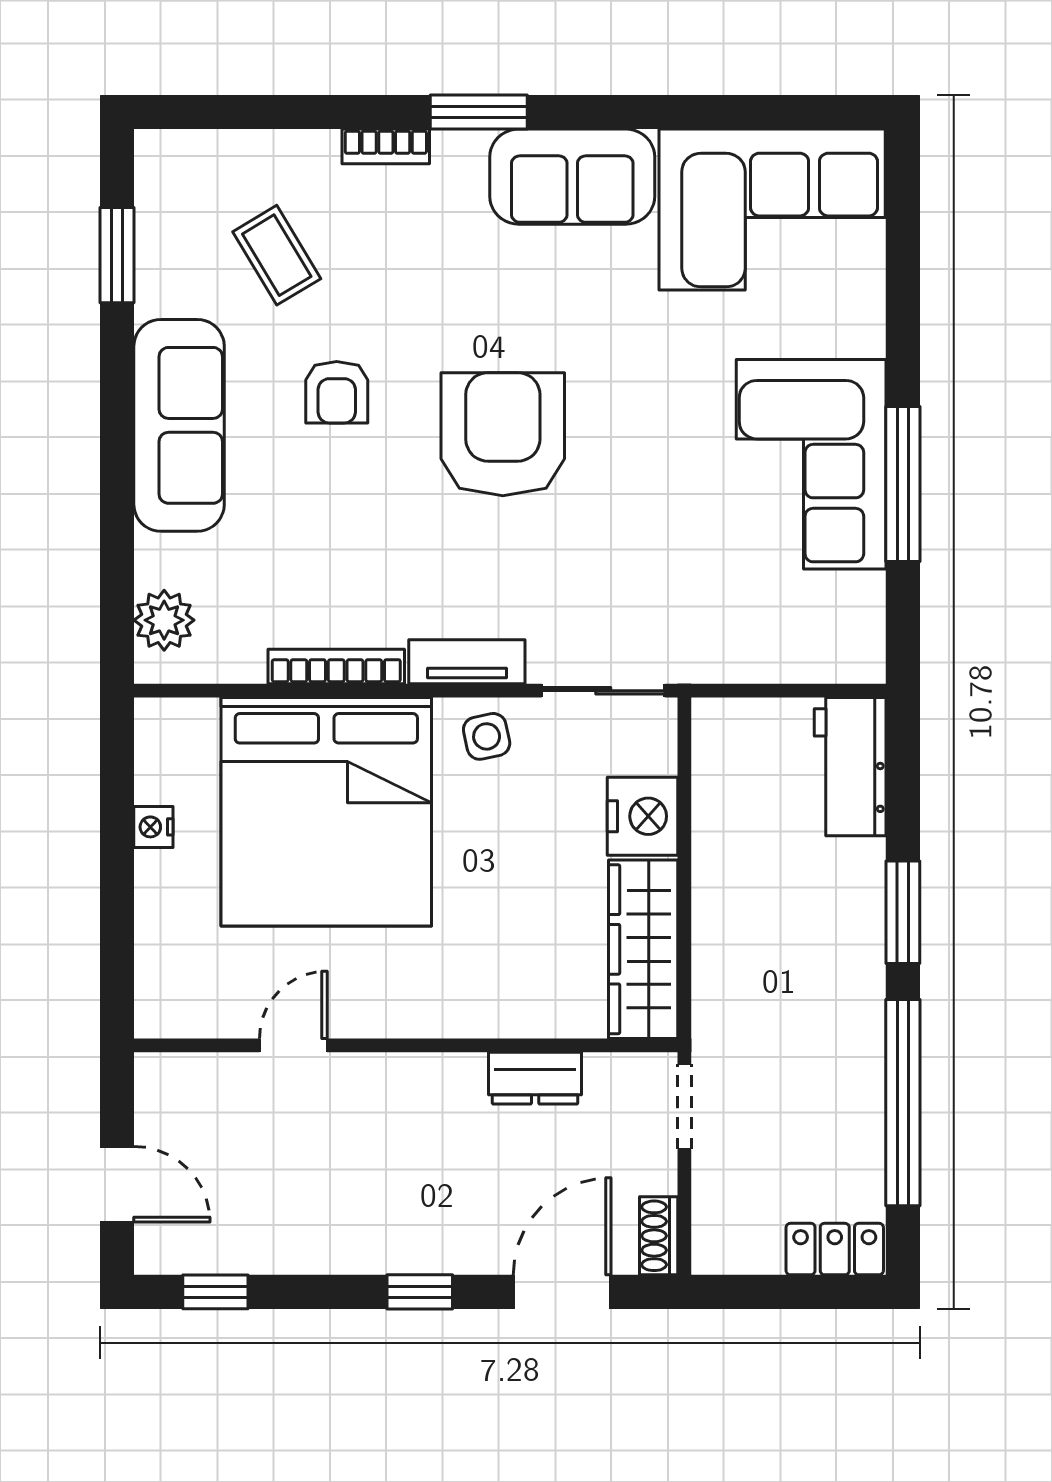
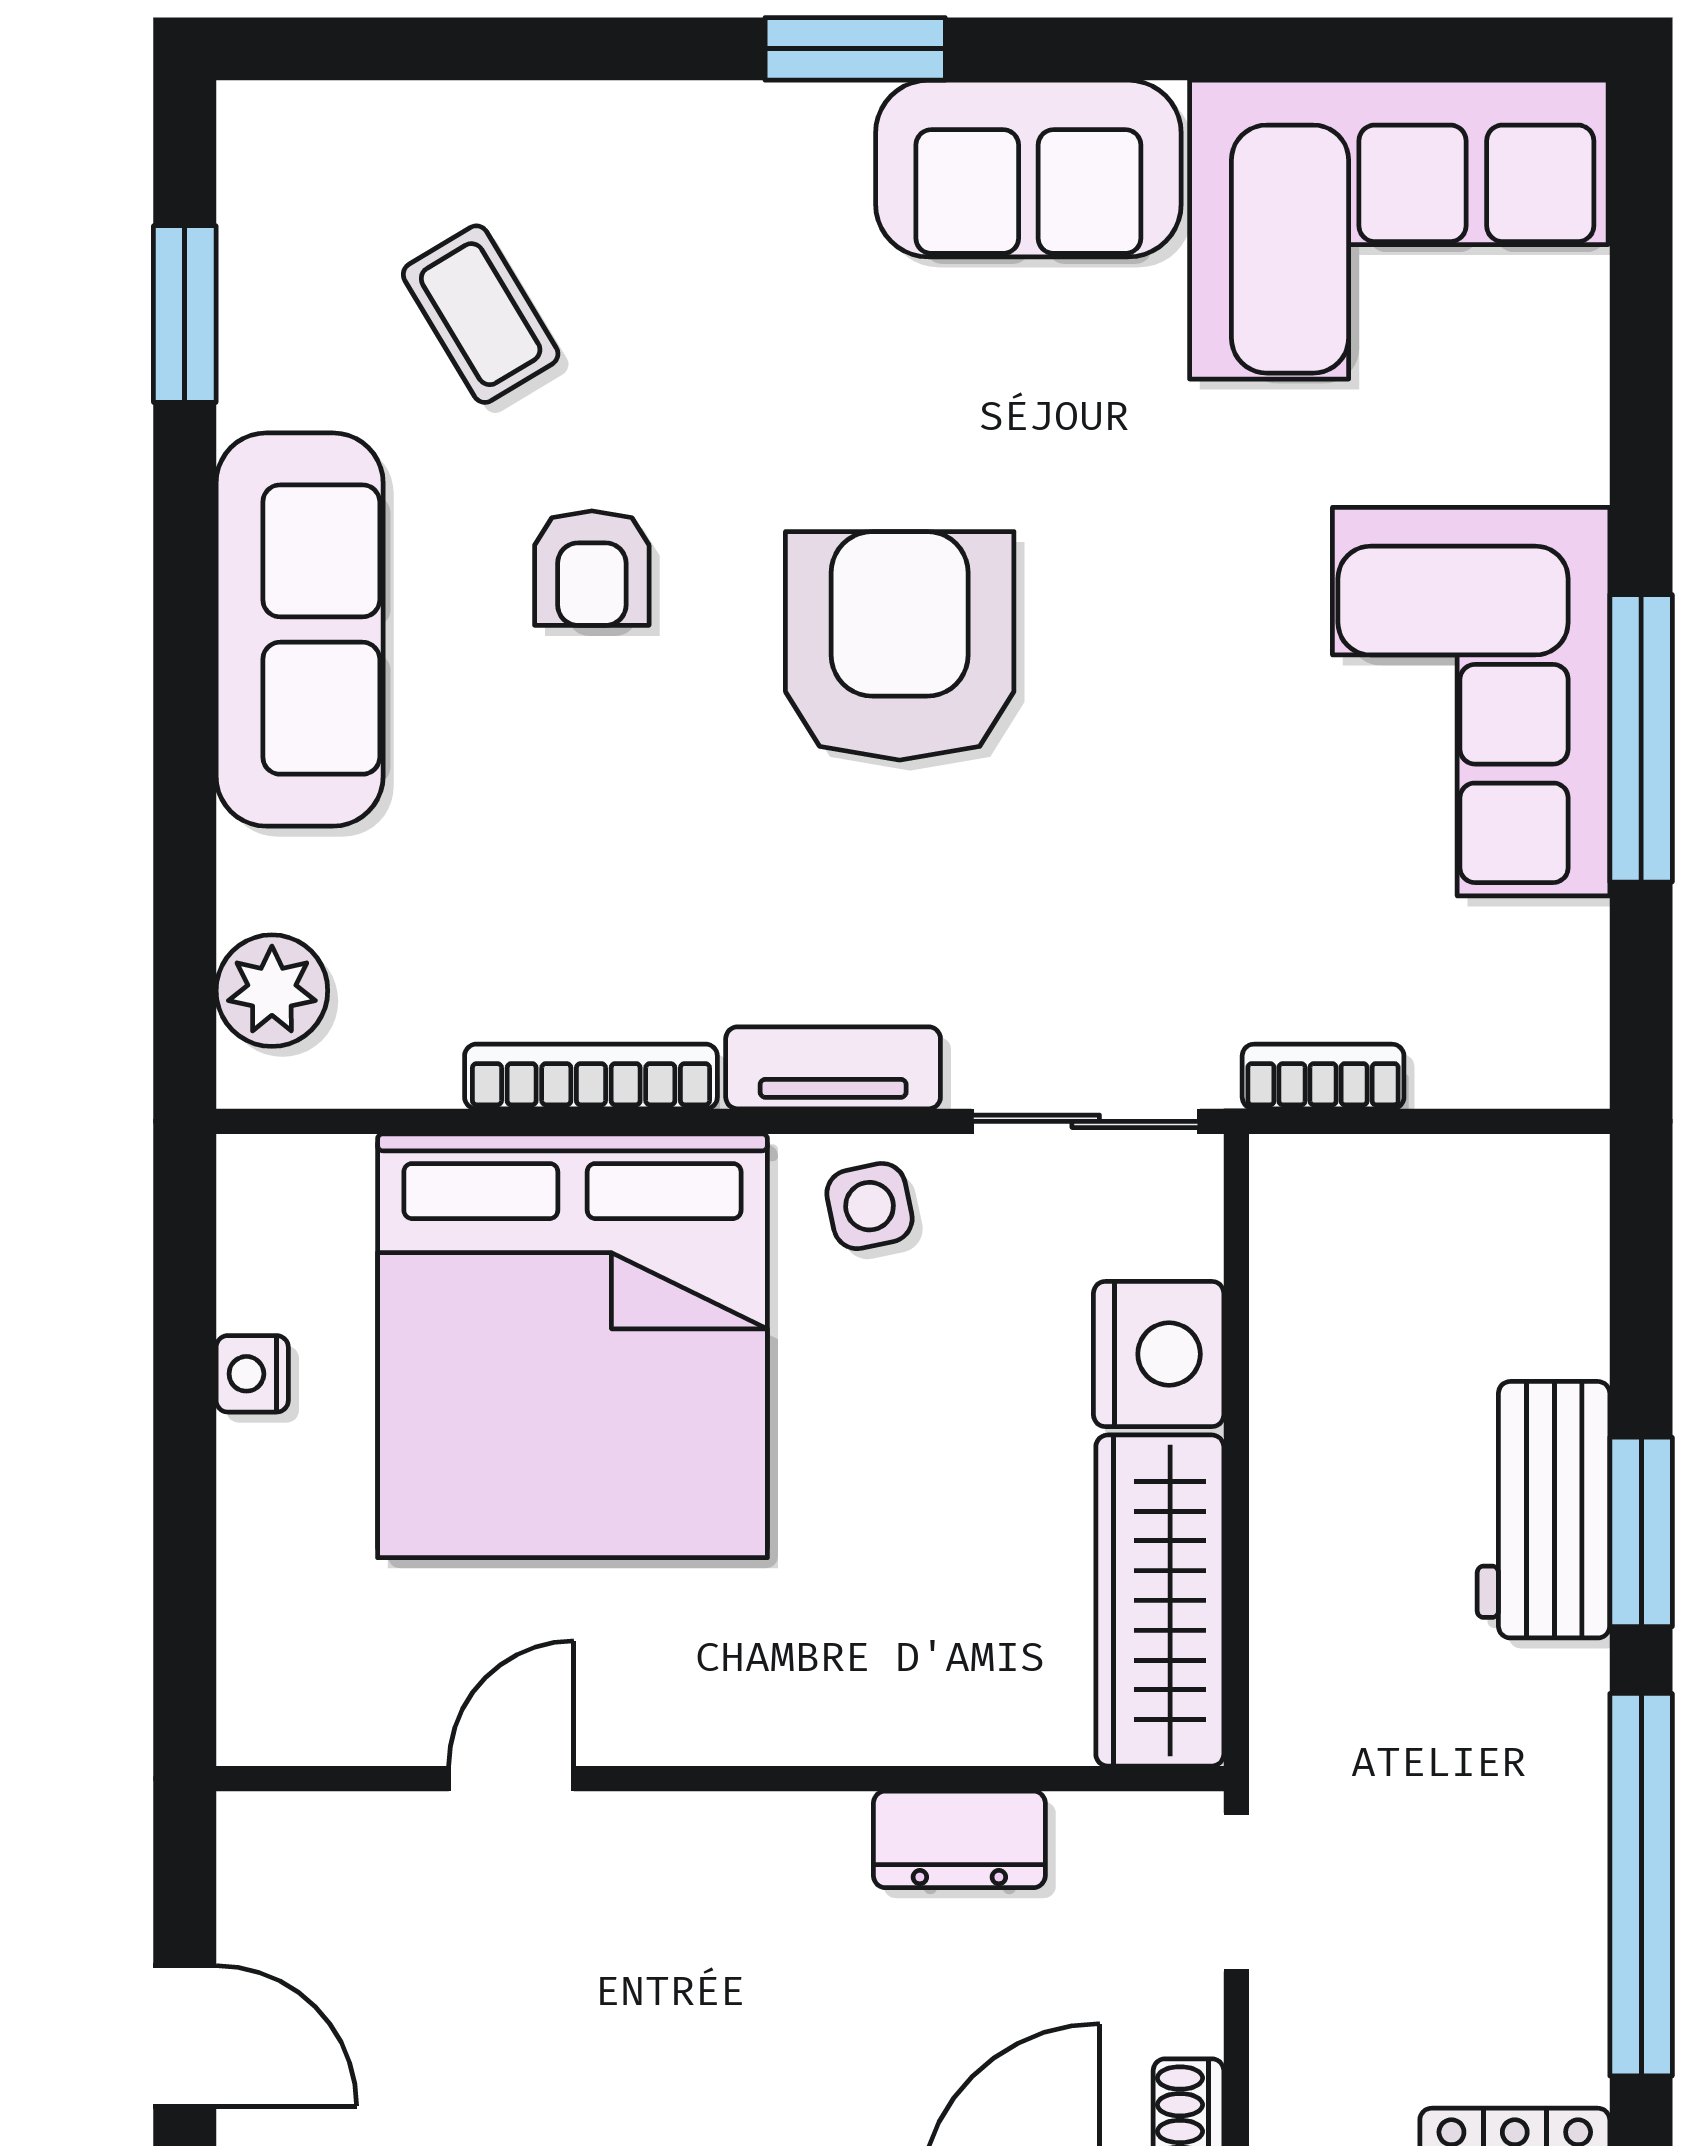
bookcase: (386, 146) -> (1323, 1076), moved, turned 180
workbench: (850, 767) -> (1543, 1510), moved

